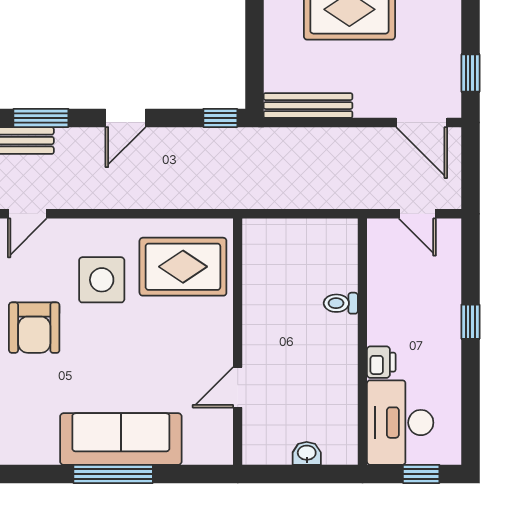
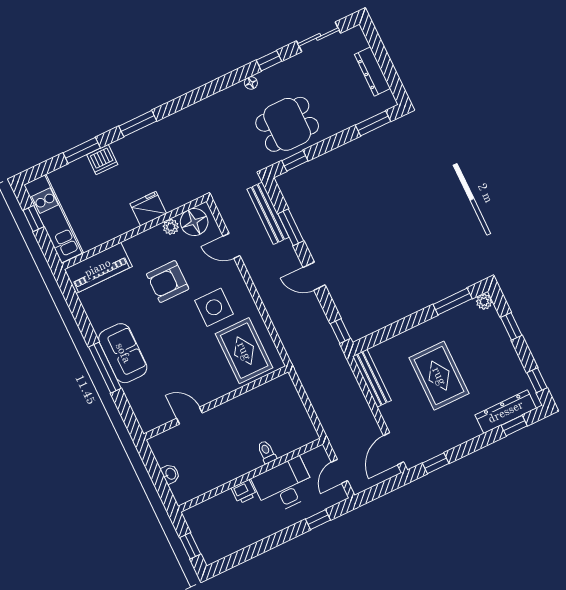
window: (470, 322) -> (318, 520), moved
desk: (400, 423) -> (284, 486), moved
sofa: (121, 439) -> (123, 353), width x0.73

